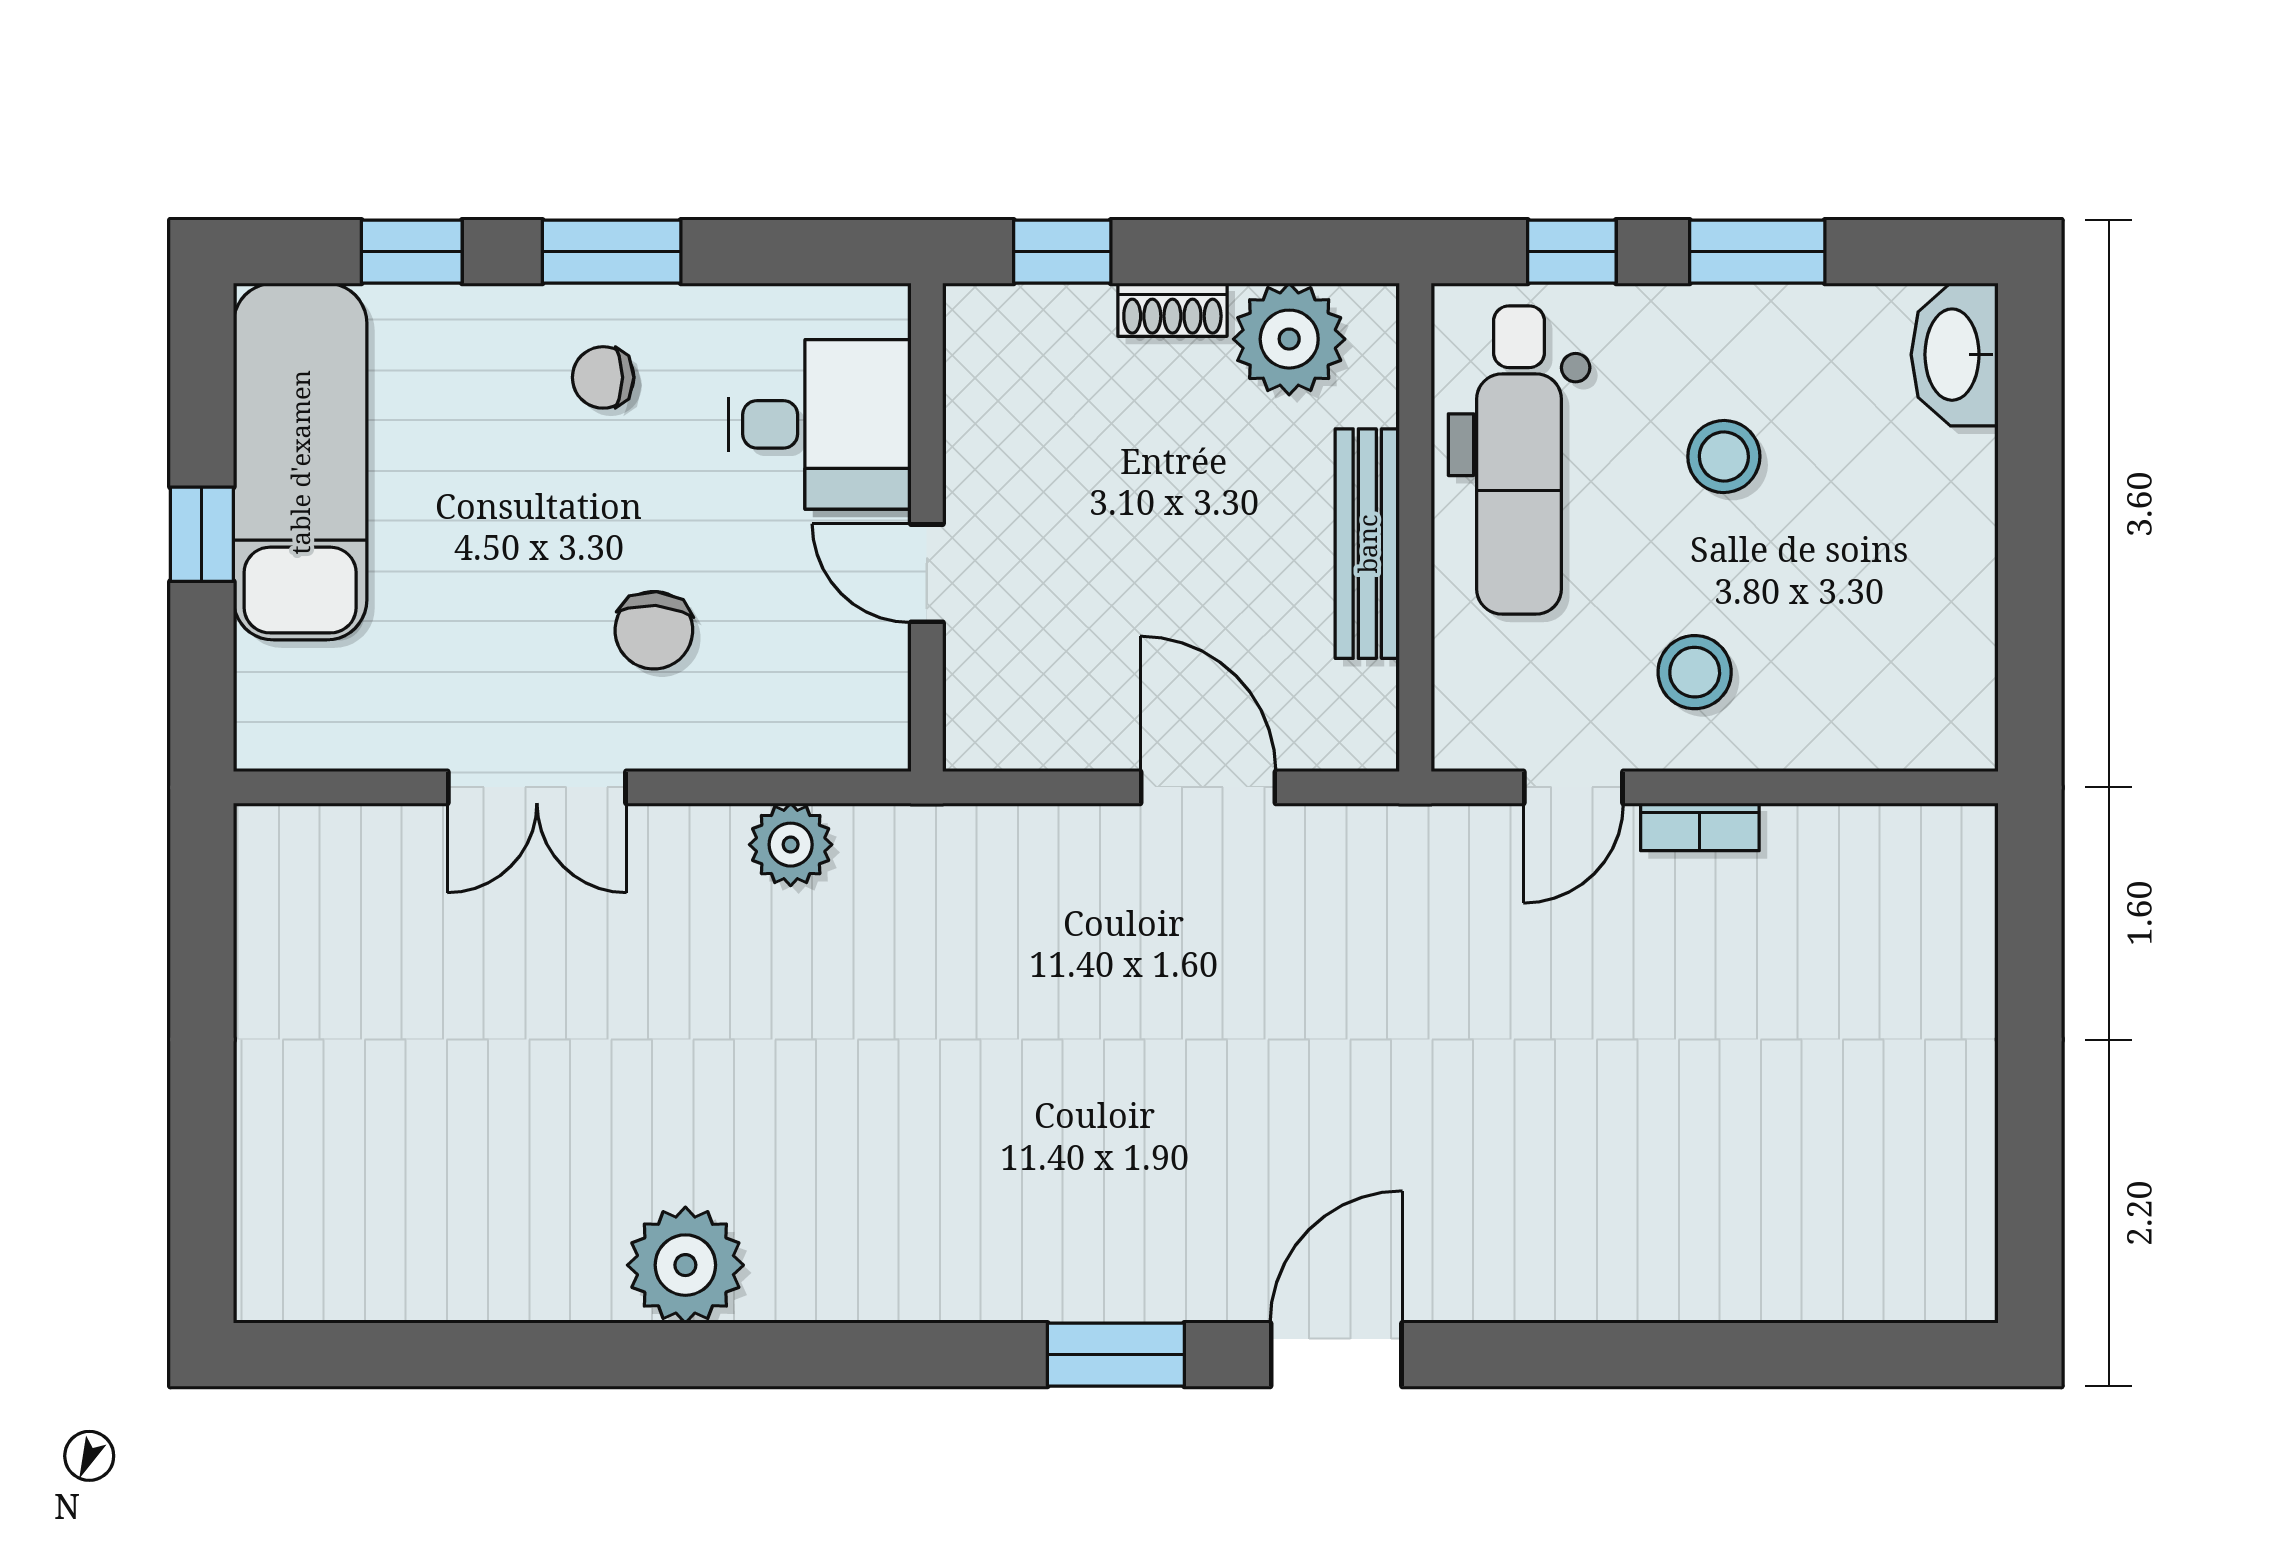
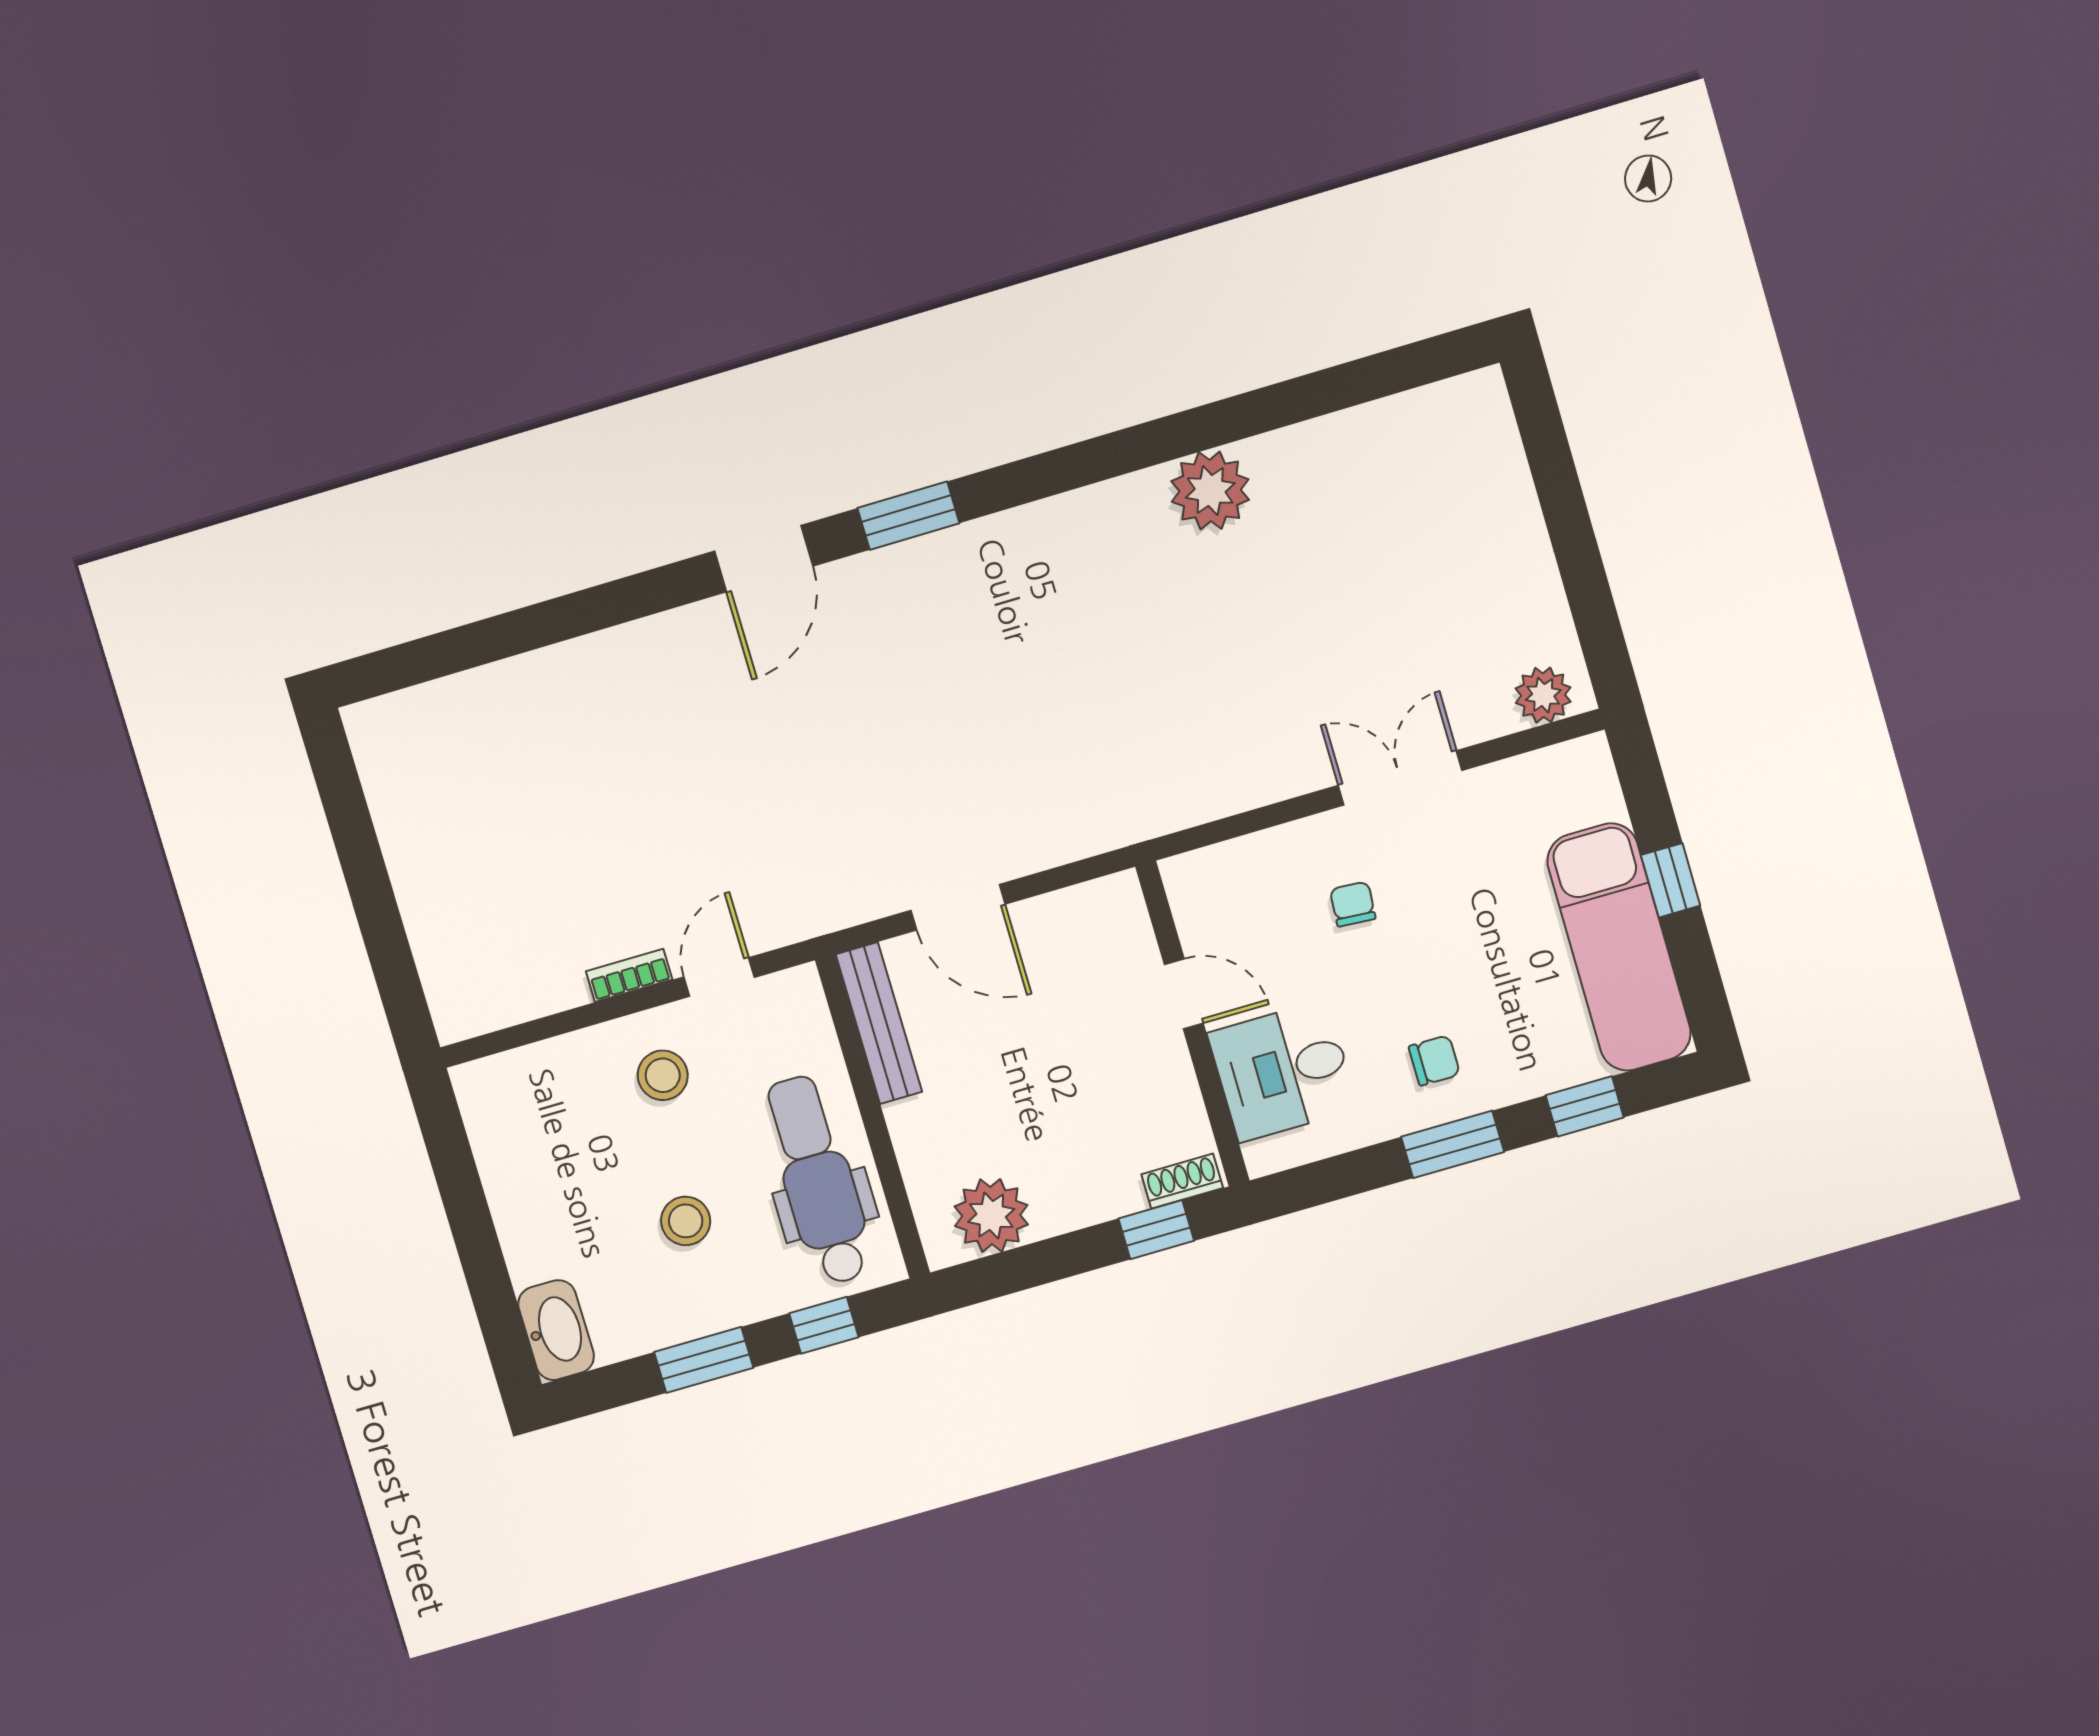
shoe rack: (1172, 310) -> (1182, 1181), moved
bench: (1367, 544) -> (879, 1023), moved
chair: (654, 630) -> (1353, 904), width x0.73, depth x0.73
plant: (791, 845) -> (1543, 695), moved

